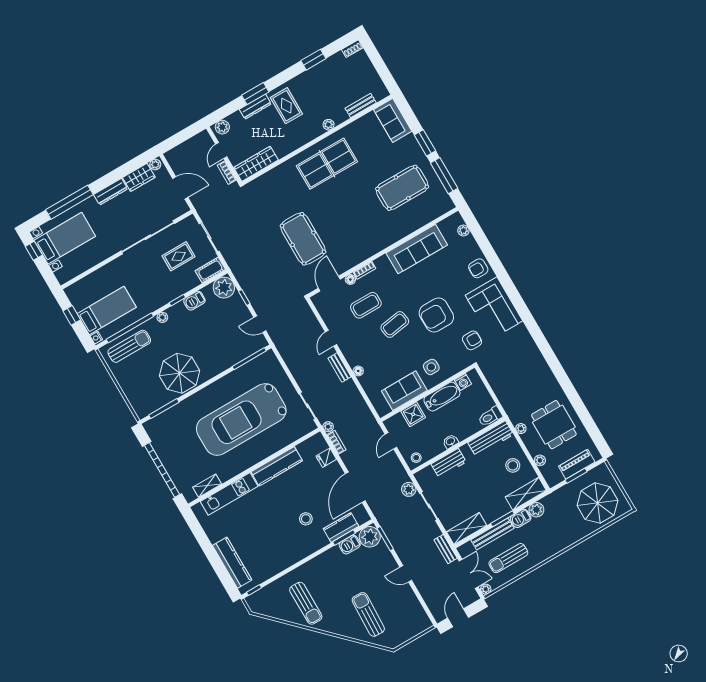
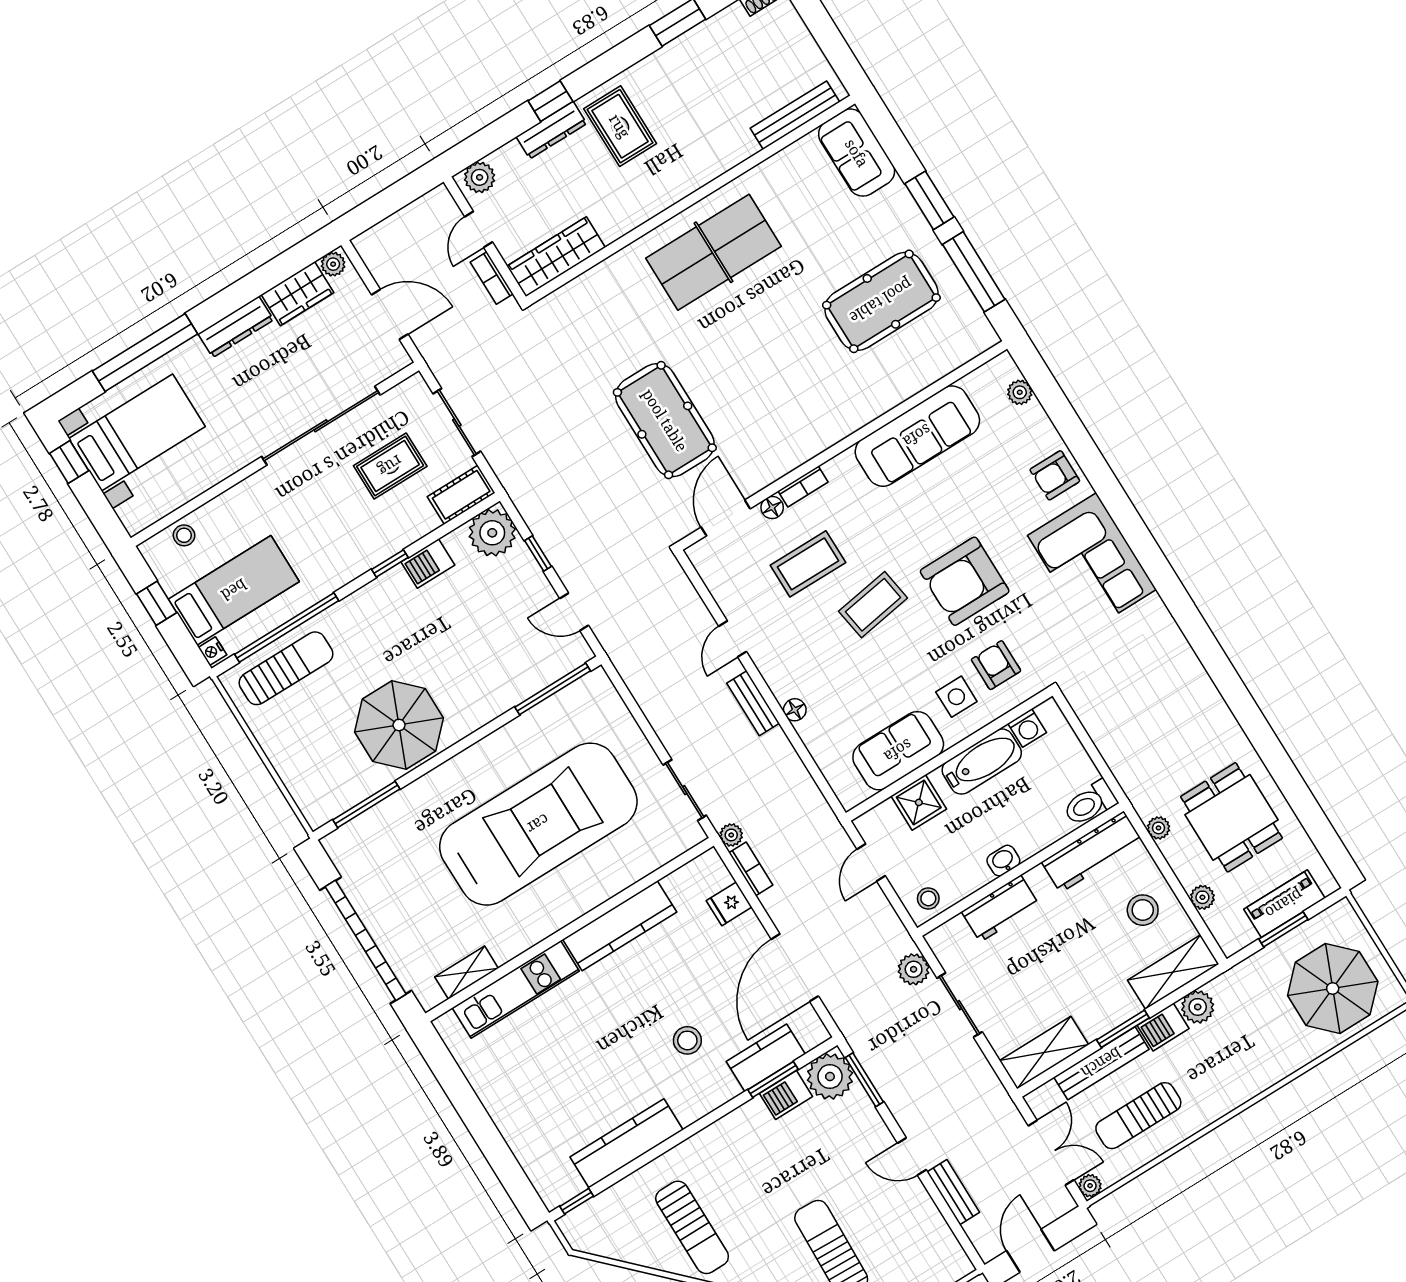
window: (255, 94) -> (550, 101), width x0.67
bench: (361, 106) -> (795, 115), width x1.36
plant: (329, 125) -> (715, 166), removed
stool: (85, 285) -> (184, 535), added
plant: (162, 317) -> (358, 602), removed
armchair: (472, 340) -> (996, 665), moved, turned -90
car: (241, 419) -> (538, 824), turned 180
bench: (446, 549) -> (953, 1192), moved
kitchen counter: (232, 563) -> (626, 1143), moved, turned -90

